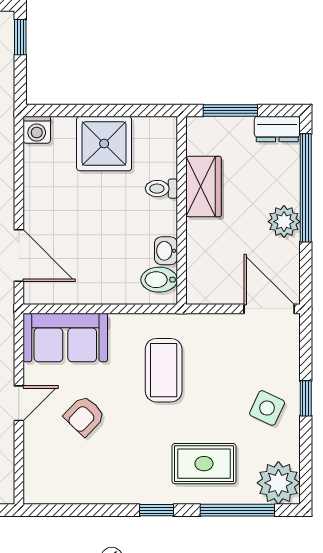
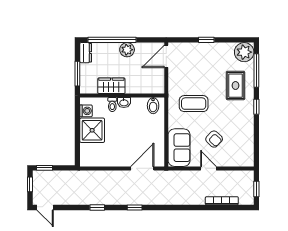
washing machine: (37, 130) -> (86, 111), moved
washbasin: (166, 251) -> (124, 103), moved
side table: (267, 408) -> (211, 57), removed

